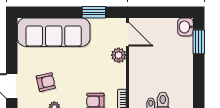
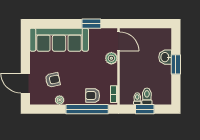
washbasin: (185, 27) -> (165, 57), moved
window: (199, 42) -> (176, 64), moved

